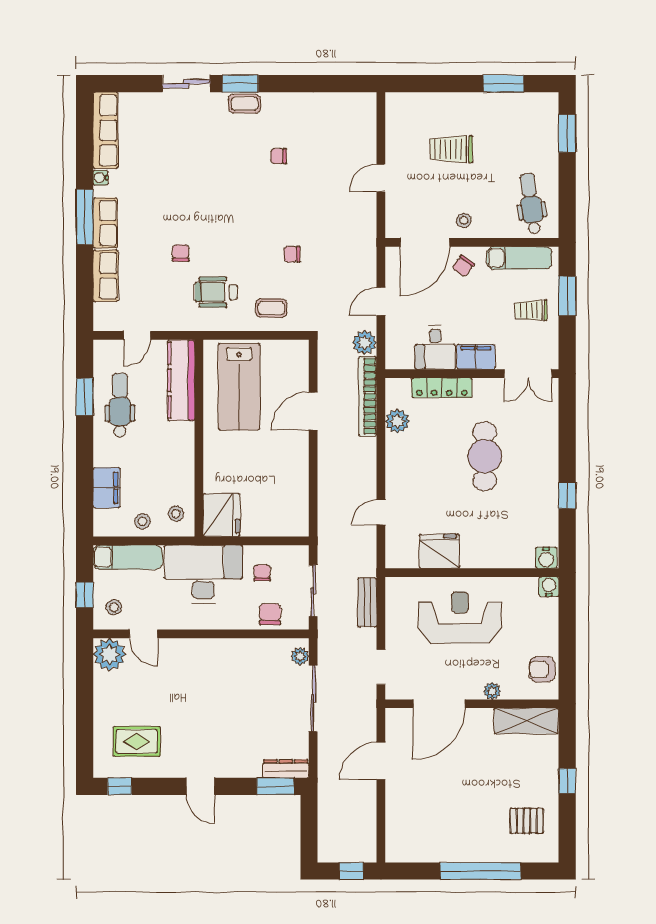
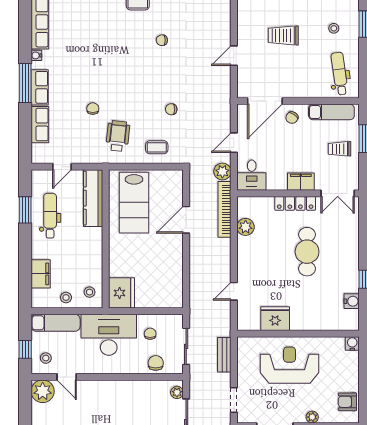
stool: (464, 220) -> (334, 28), moved
wheelchair: (216, 292) -> (118, 136), turned 96
desk: (435, 348) -> (252, 175), moved
locker: (442, 388) -> (295, 203), moved
water cooler: (546, 558) -> (352, 301), moved, turned -90

